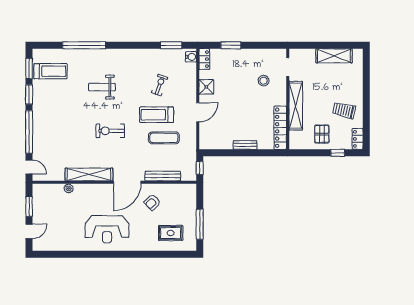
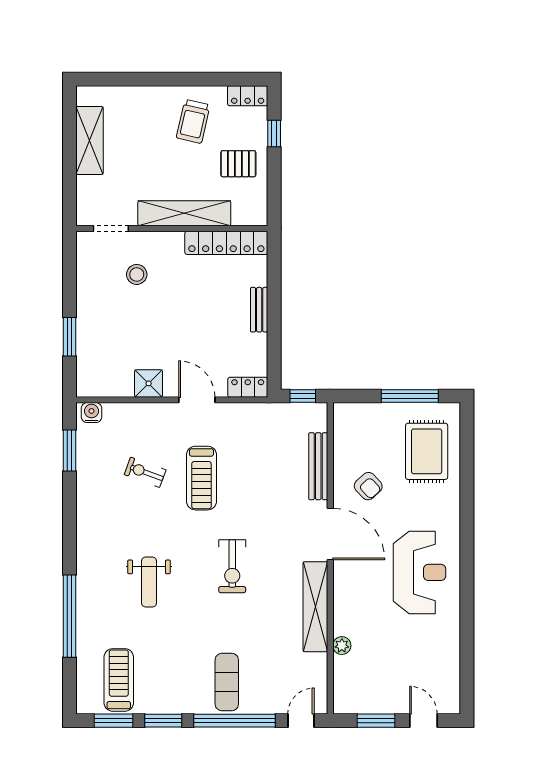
locker: (204, 59) -> (248, 387), moved
exercise mat: (164, 138) -> (227, 682), moved
rug: (171, 233) -> (427, 451), width x1.36, depth x1.43

